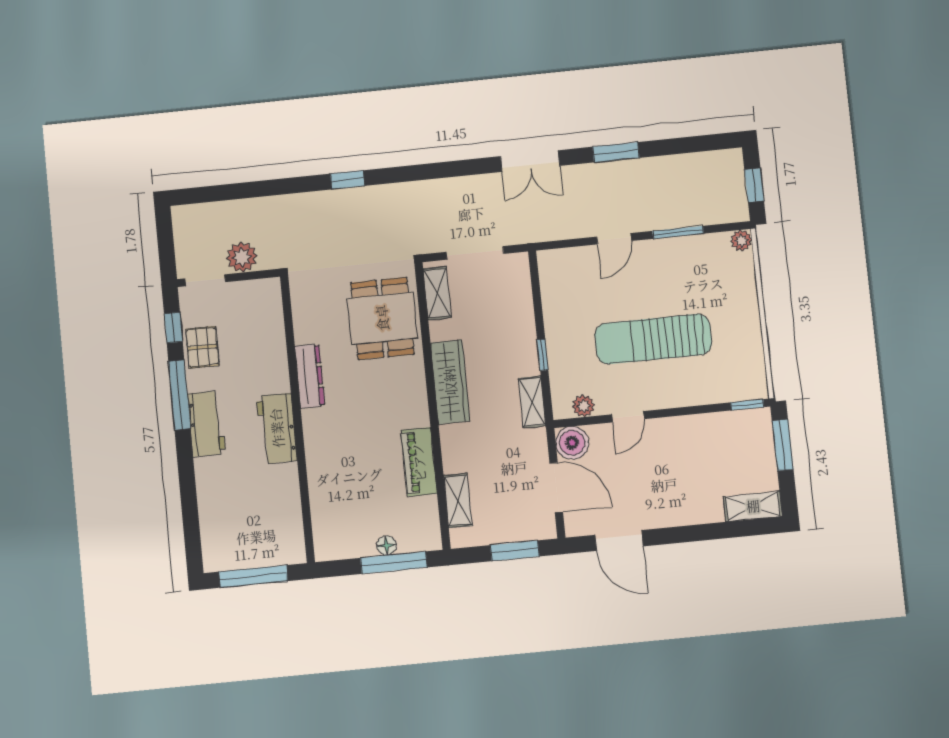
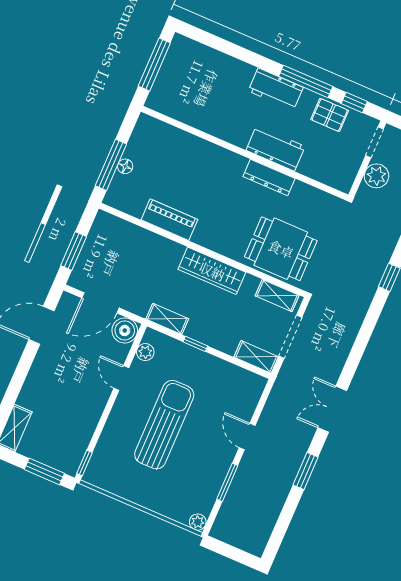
window: (754, 185) -> (230, 552), removed
workbench: (277, 428) -> (276, 148), moved
shelving: (458, 500) -> (256, 357), moved

